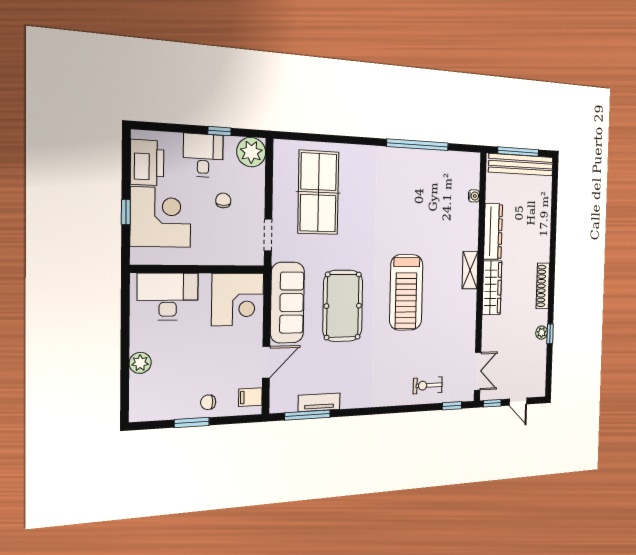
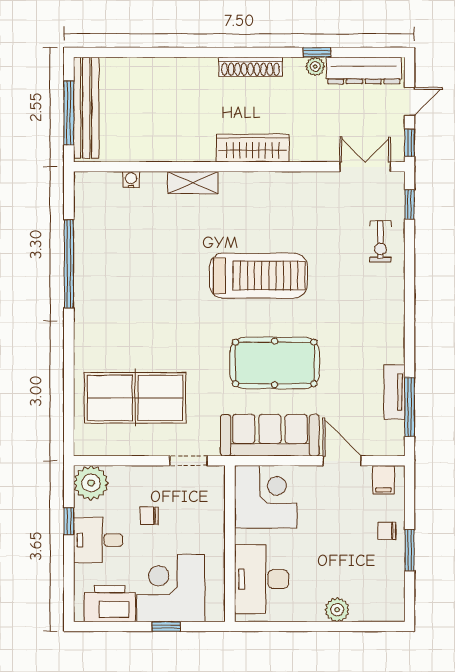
dresser: (493, 231) -> (364, 70), moved, turned 180
shelving: (470, 270) -> (193, 183), moved
chair: (208, 402) -> (387, 531), turned 90

